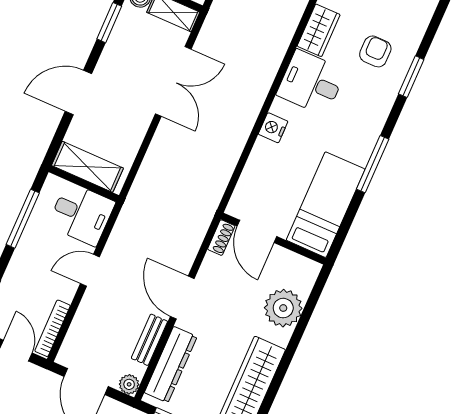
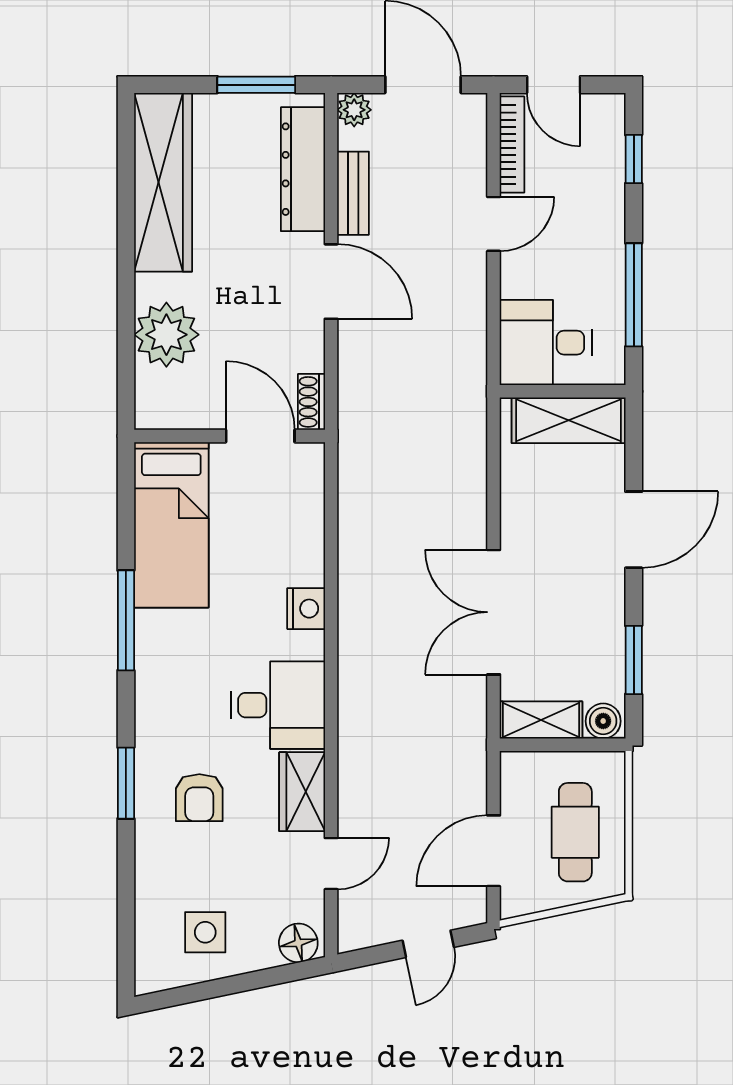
door: (90, 270) -> (494, 224), moved

